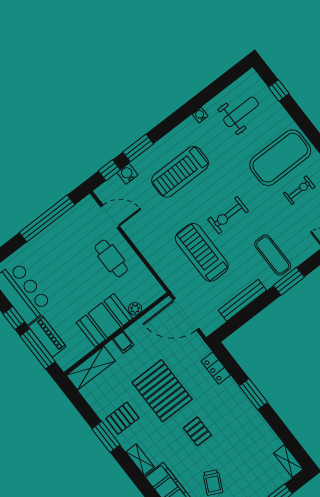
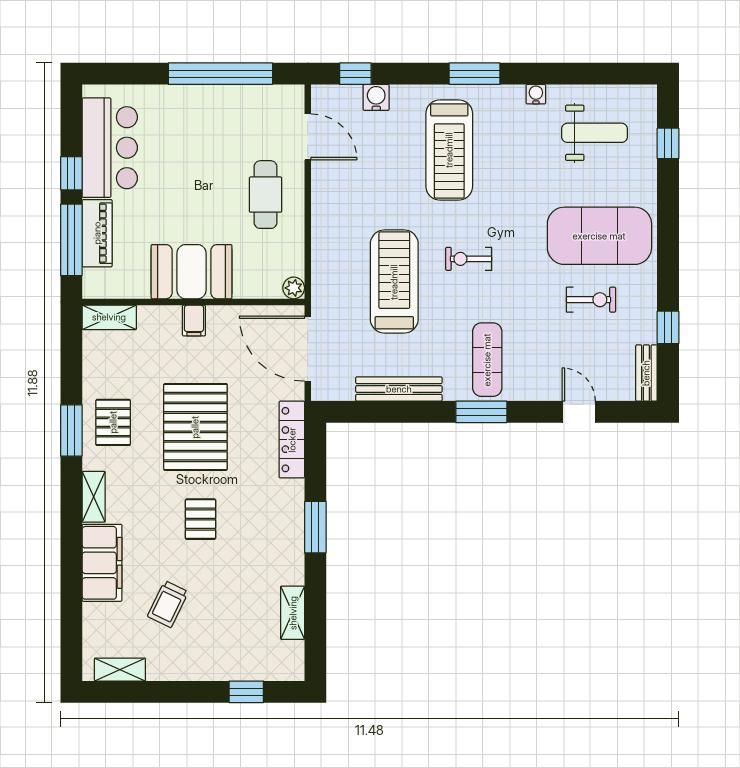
window: (138, 148) -> (475, 74), moved
treadmill: (180, 172) -> (449, 150), turned -90
exercise bike: (228, 215) -> (469, 259), width x0.73, depth x0.72
plant: (135, 309) -> (294, 288), moved
shelving: (91, 368) -> (109, 317), width x0.67, depth x0.75
locker: (216, 368) -> (292, 440), width x1.53
pallet: (122, 418) -> (113, 422), turned 90
shelving: (288, 461) -> (293, 613), moved

